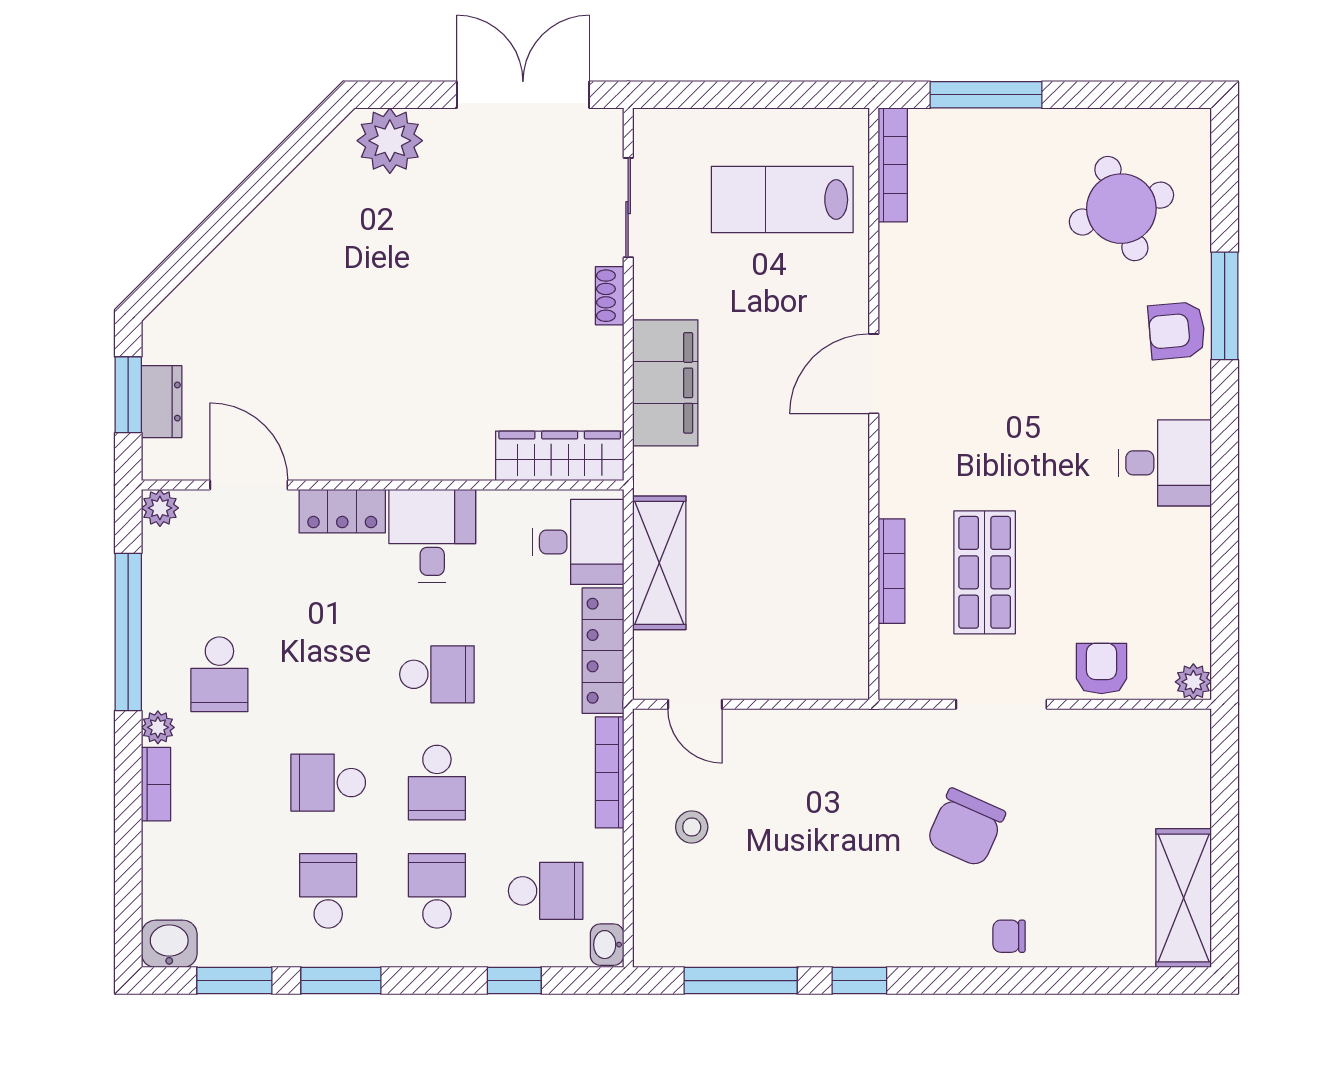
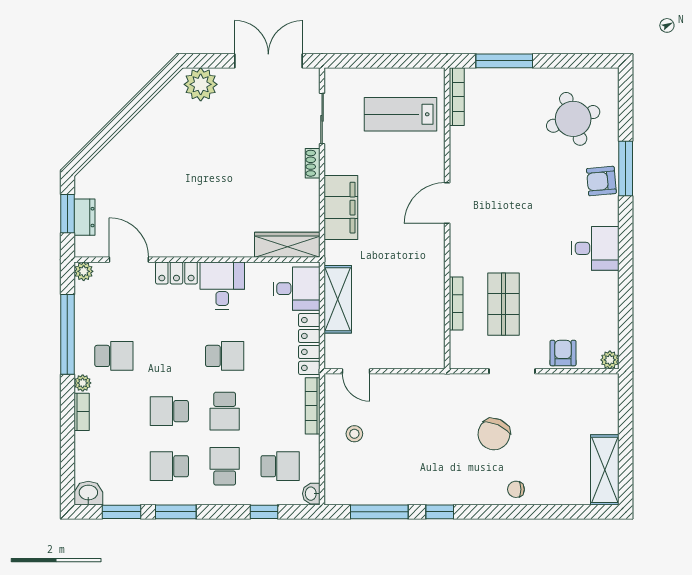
school desk: (219, 674) -> (114, 356), turned -90
school desk: (328, 891) -> (169, 466), turned -90

